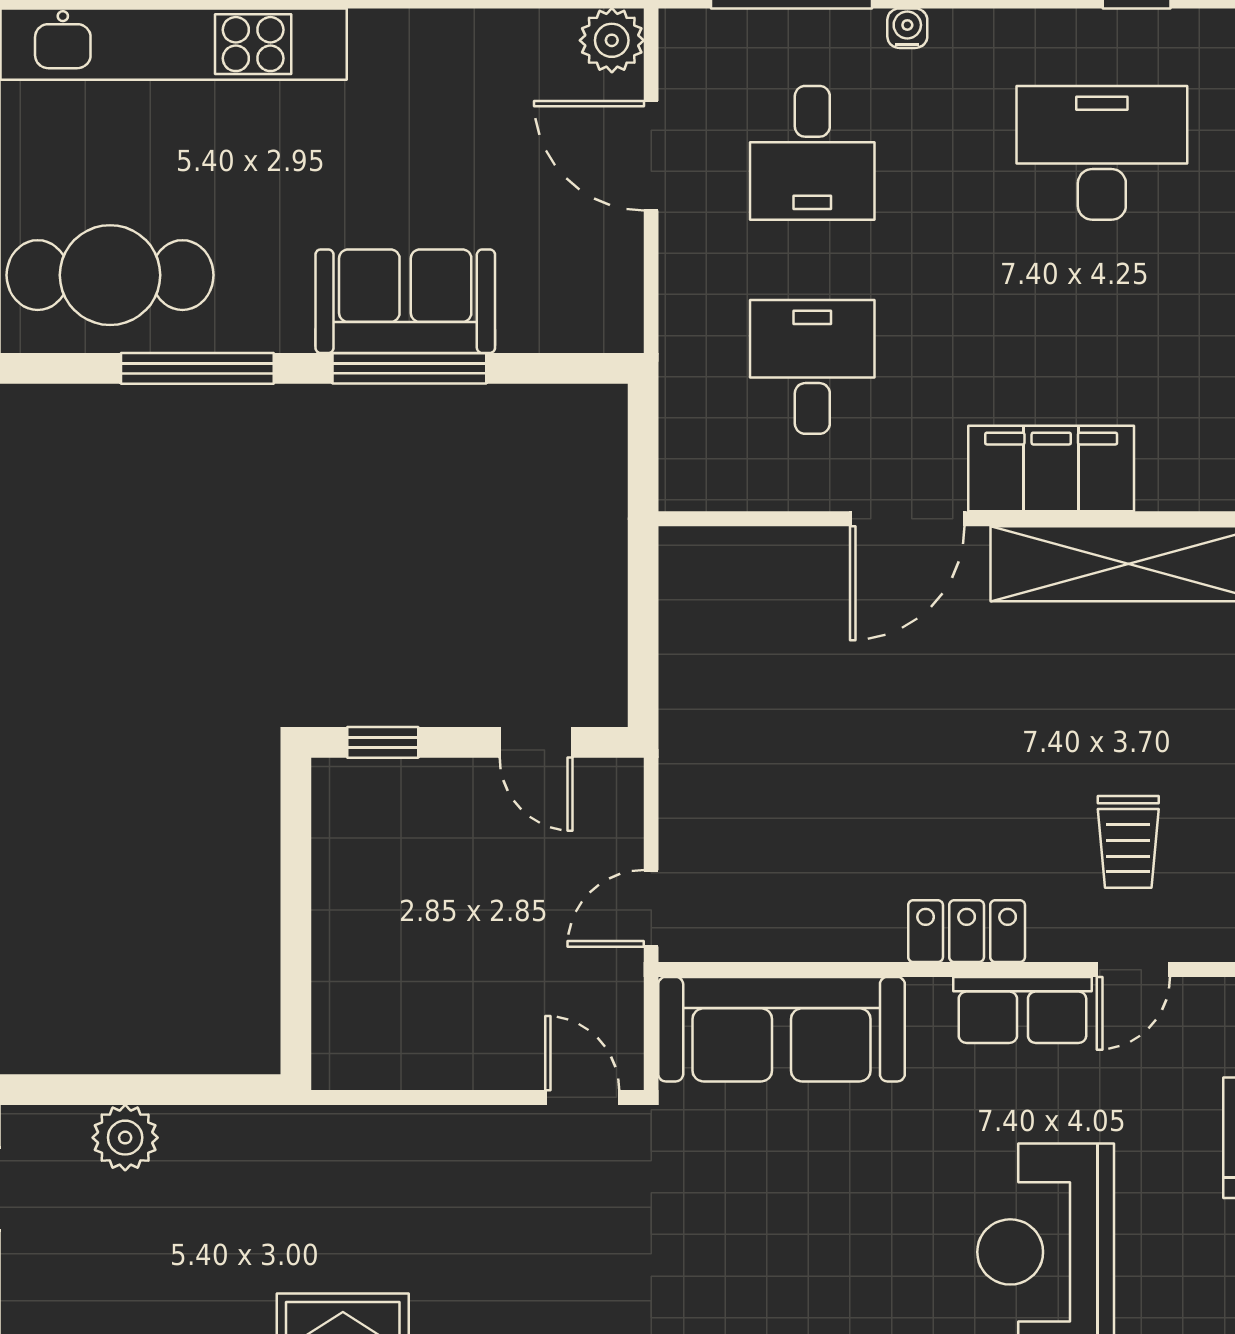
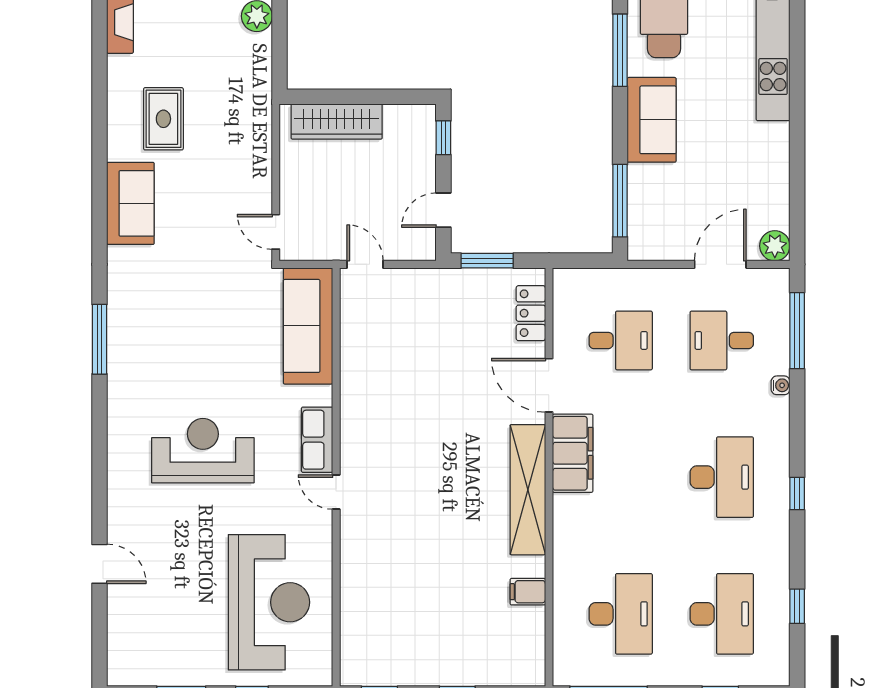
sofa: (405, 301) -> (652, 120), moved
window: (409, 368) -> (620, 201), moved
window: (643, 650) -> (487, 261), added
trolley: (1128, 842) -> (396, 490), removed
locker: (967, 931) -> (531, 313), moved, turned 180
wardrobe: (348, 969) -> (337, 122), added
door: (582, 1097) -> (276, 232), swing flipped

